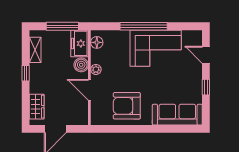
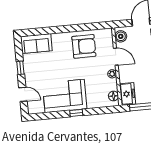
window: (144, 26) -> (76, 113), width x0.32
boiler: (81, 65) -> (121, 36), moved
sofa: (177, 115) -> (36, 44), width x0.73

